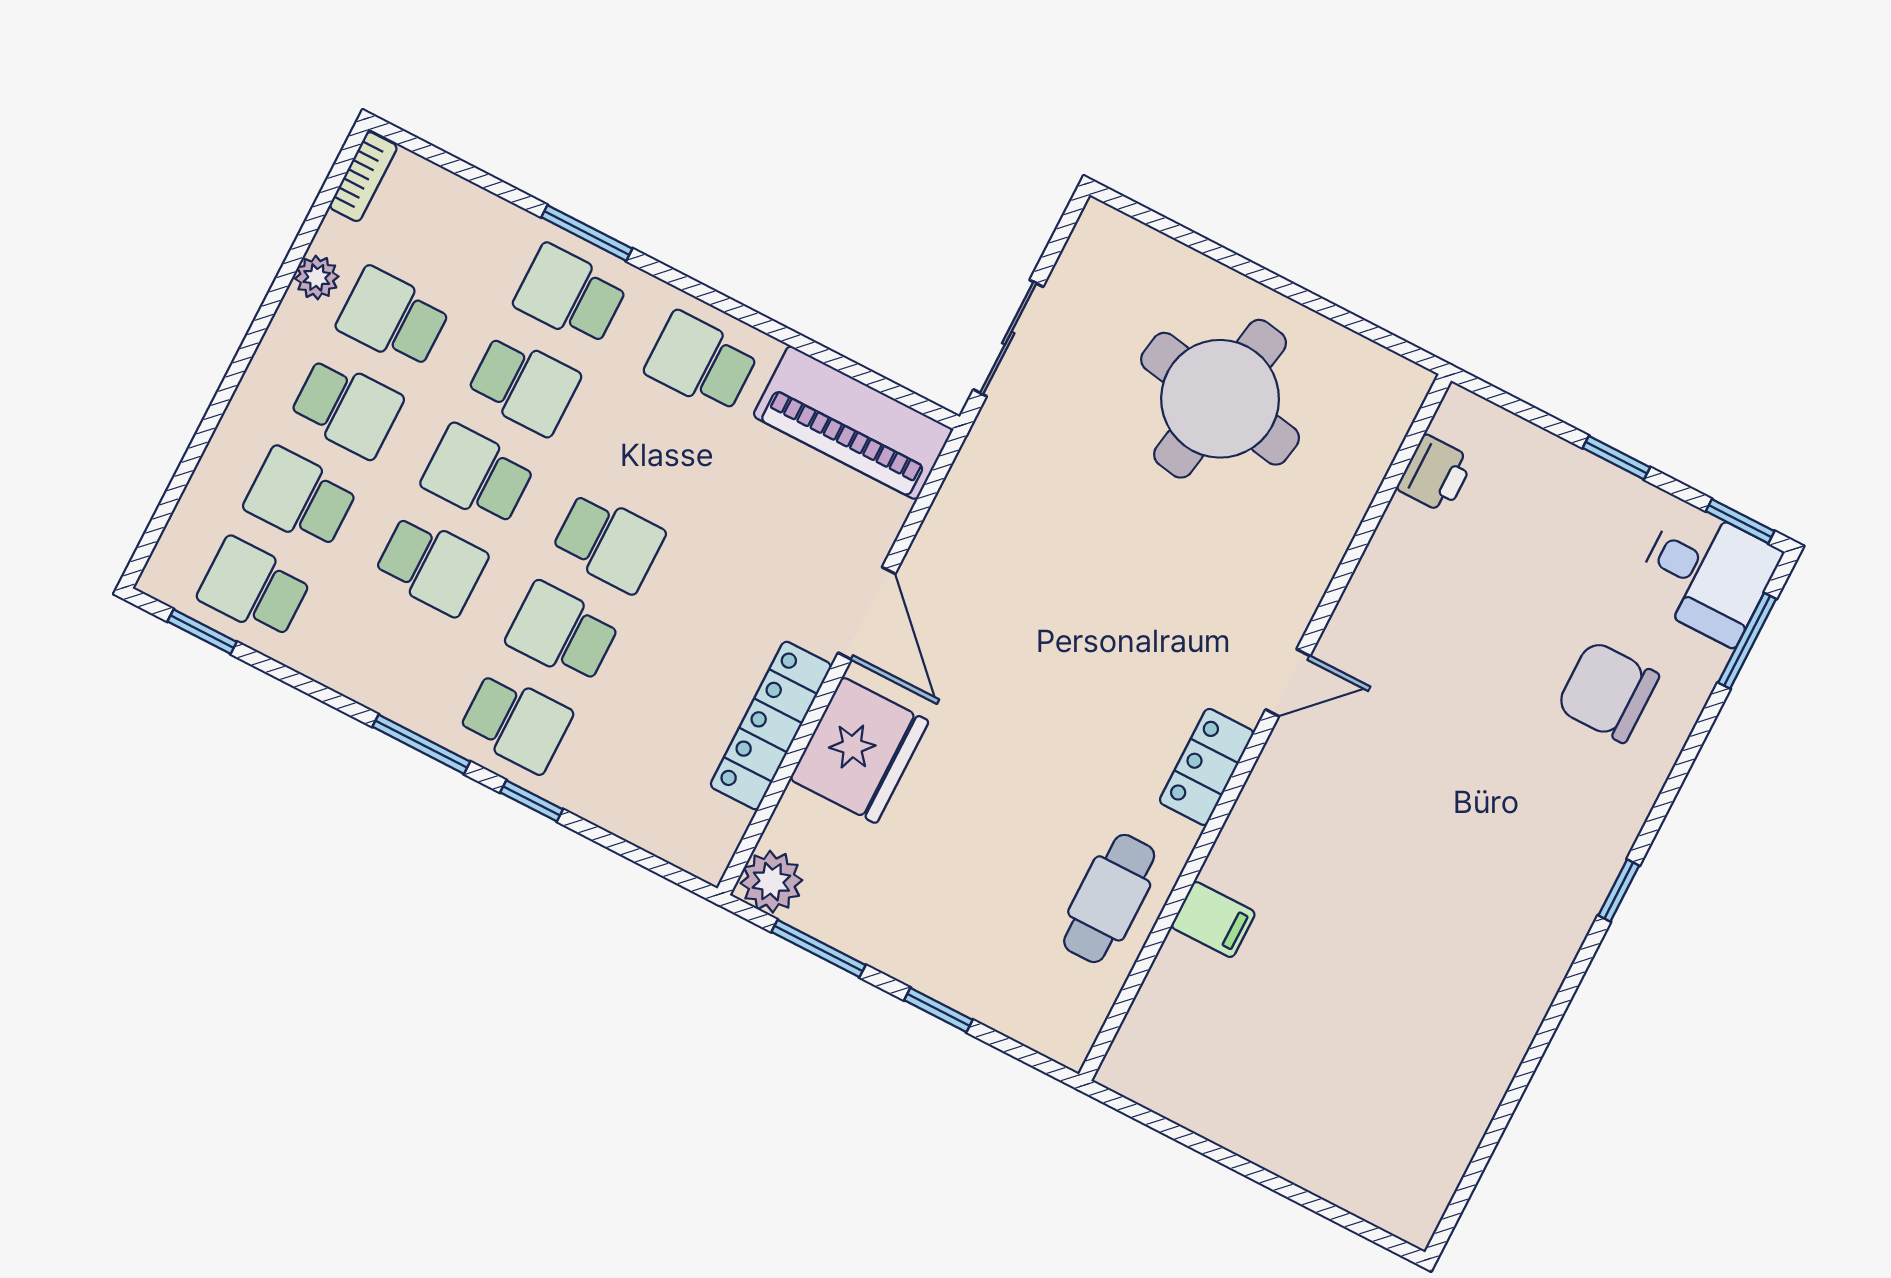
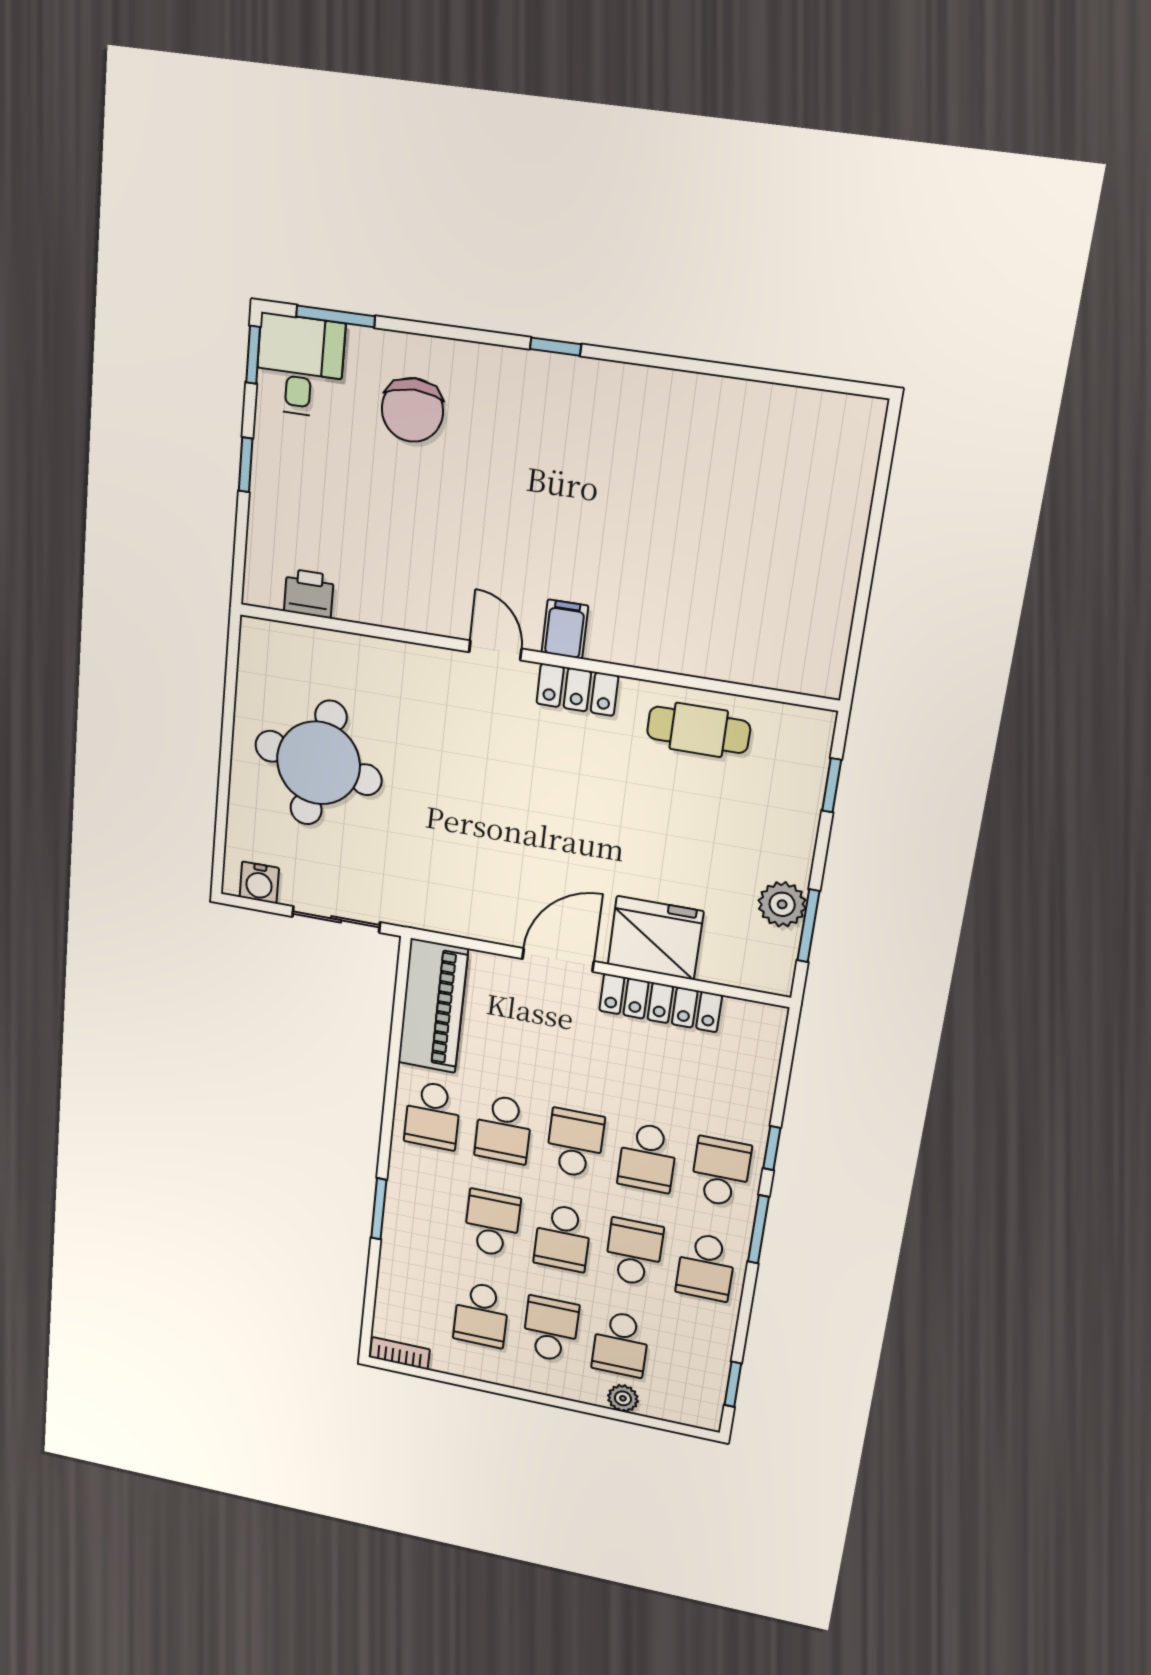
water cooler: (1089, 254) -> (259, 882), added
plant: (317, 277) -> (623, 1398), moved
school desk: (570, 295) -> (503, 1129), moved
school desk: (254, 588) -> (706, 1267), moved
plant: (771, 882) -> (782, 904), moved
filing cabinet: (1213, 920) -> (565, 629), moved
window: (938, 1010) -> (832, 785), moved

